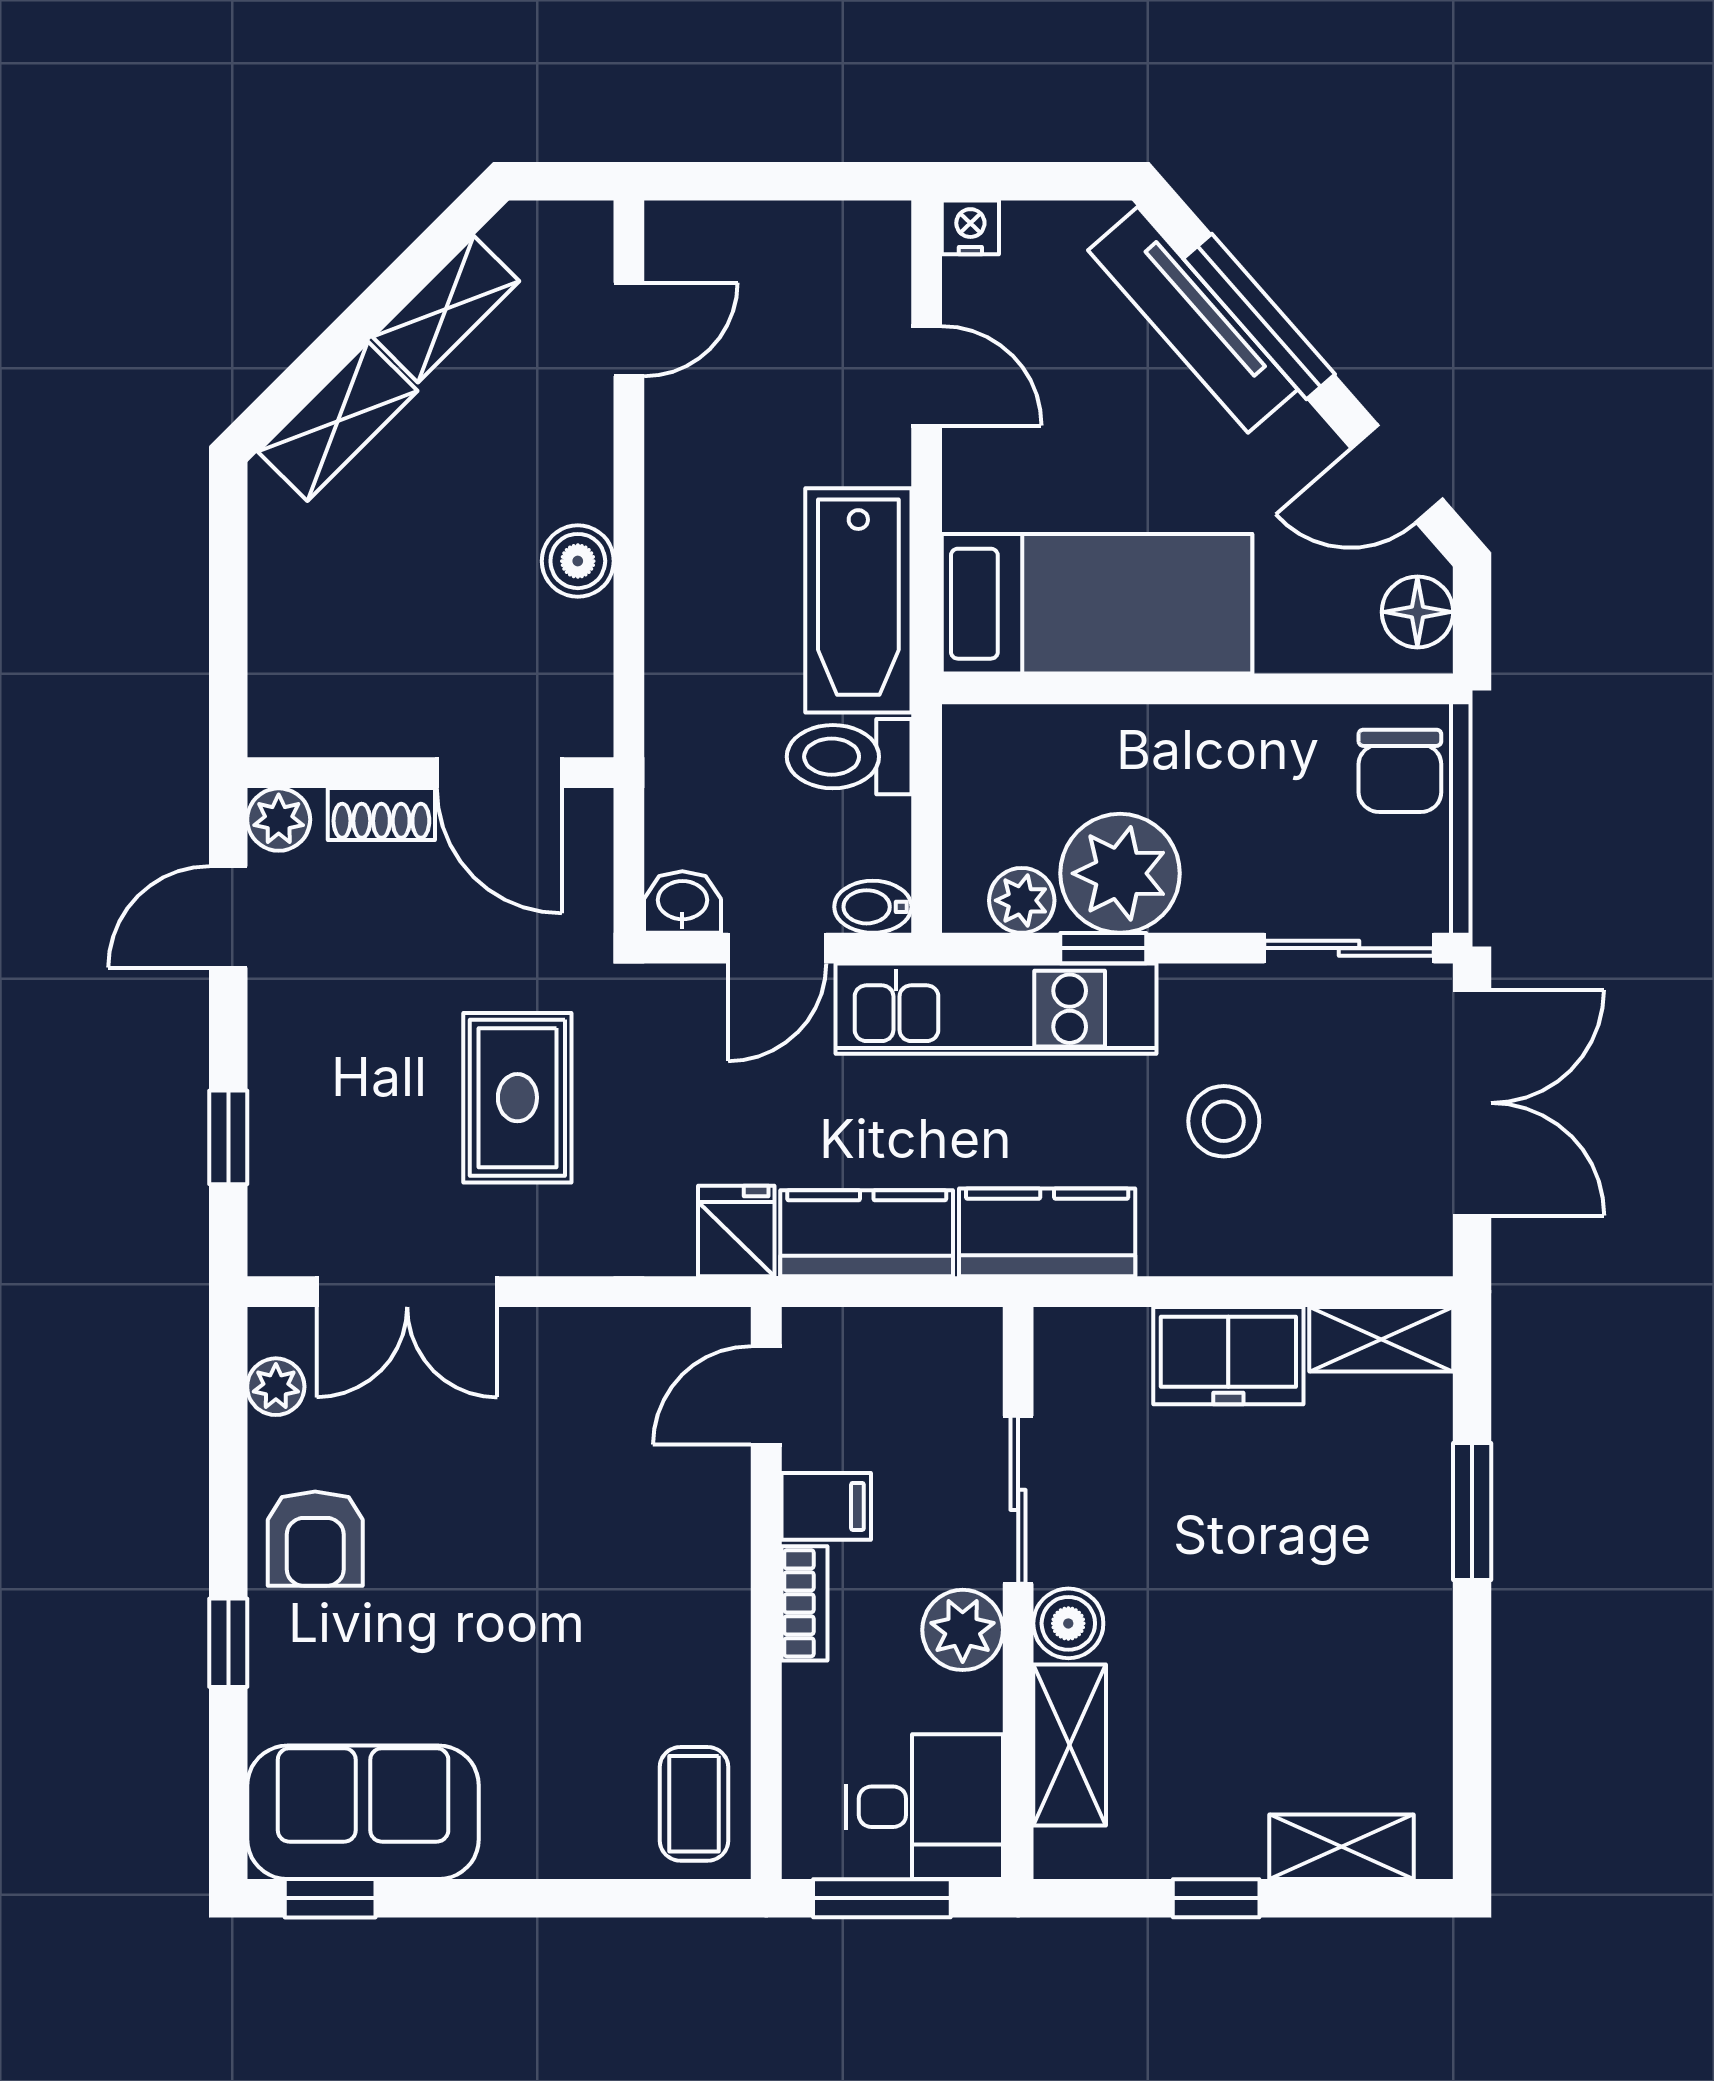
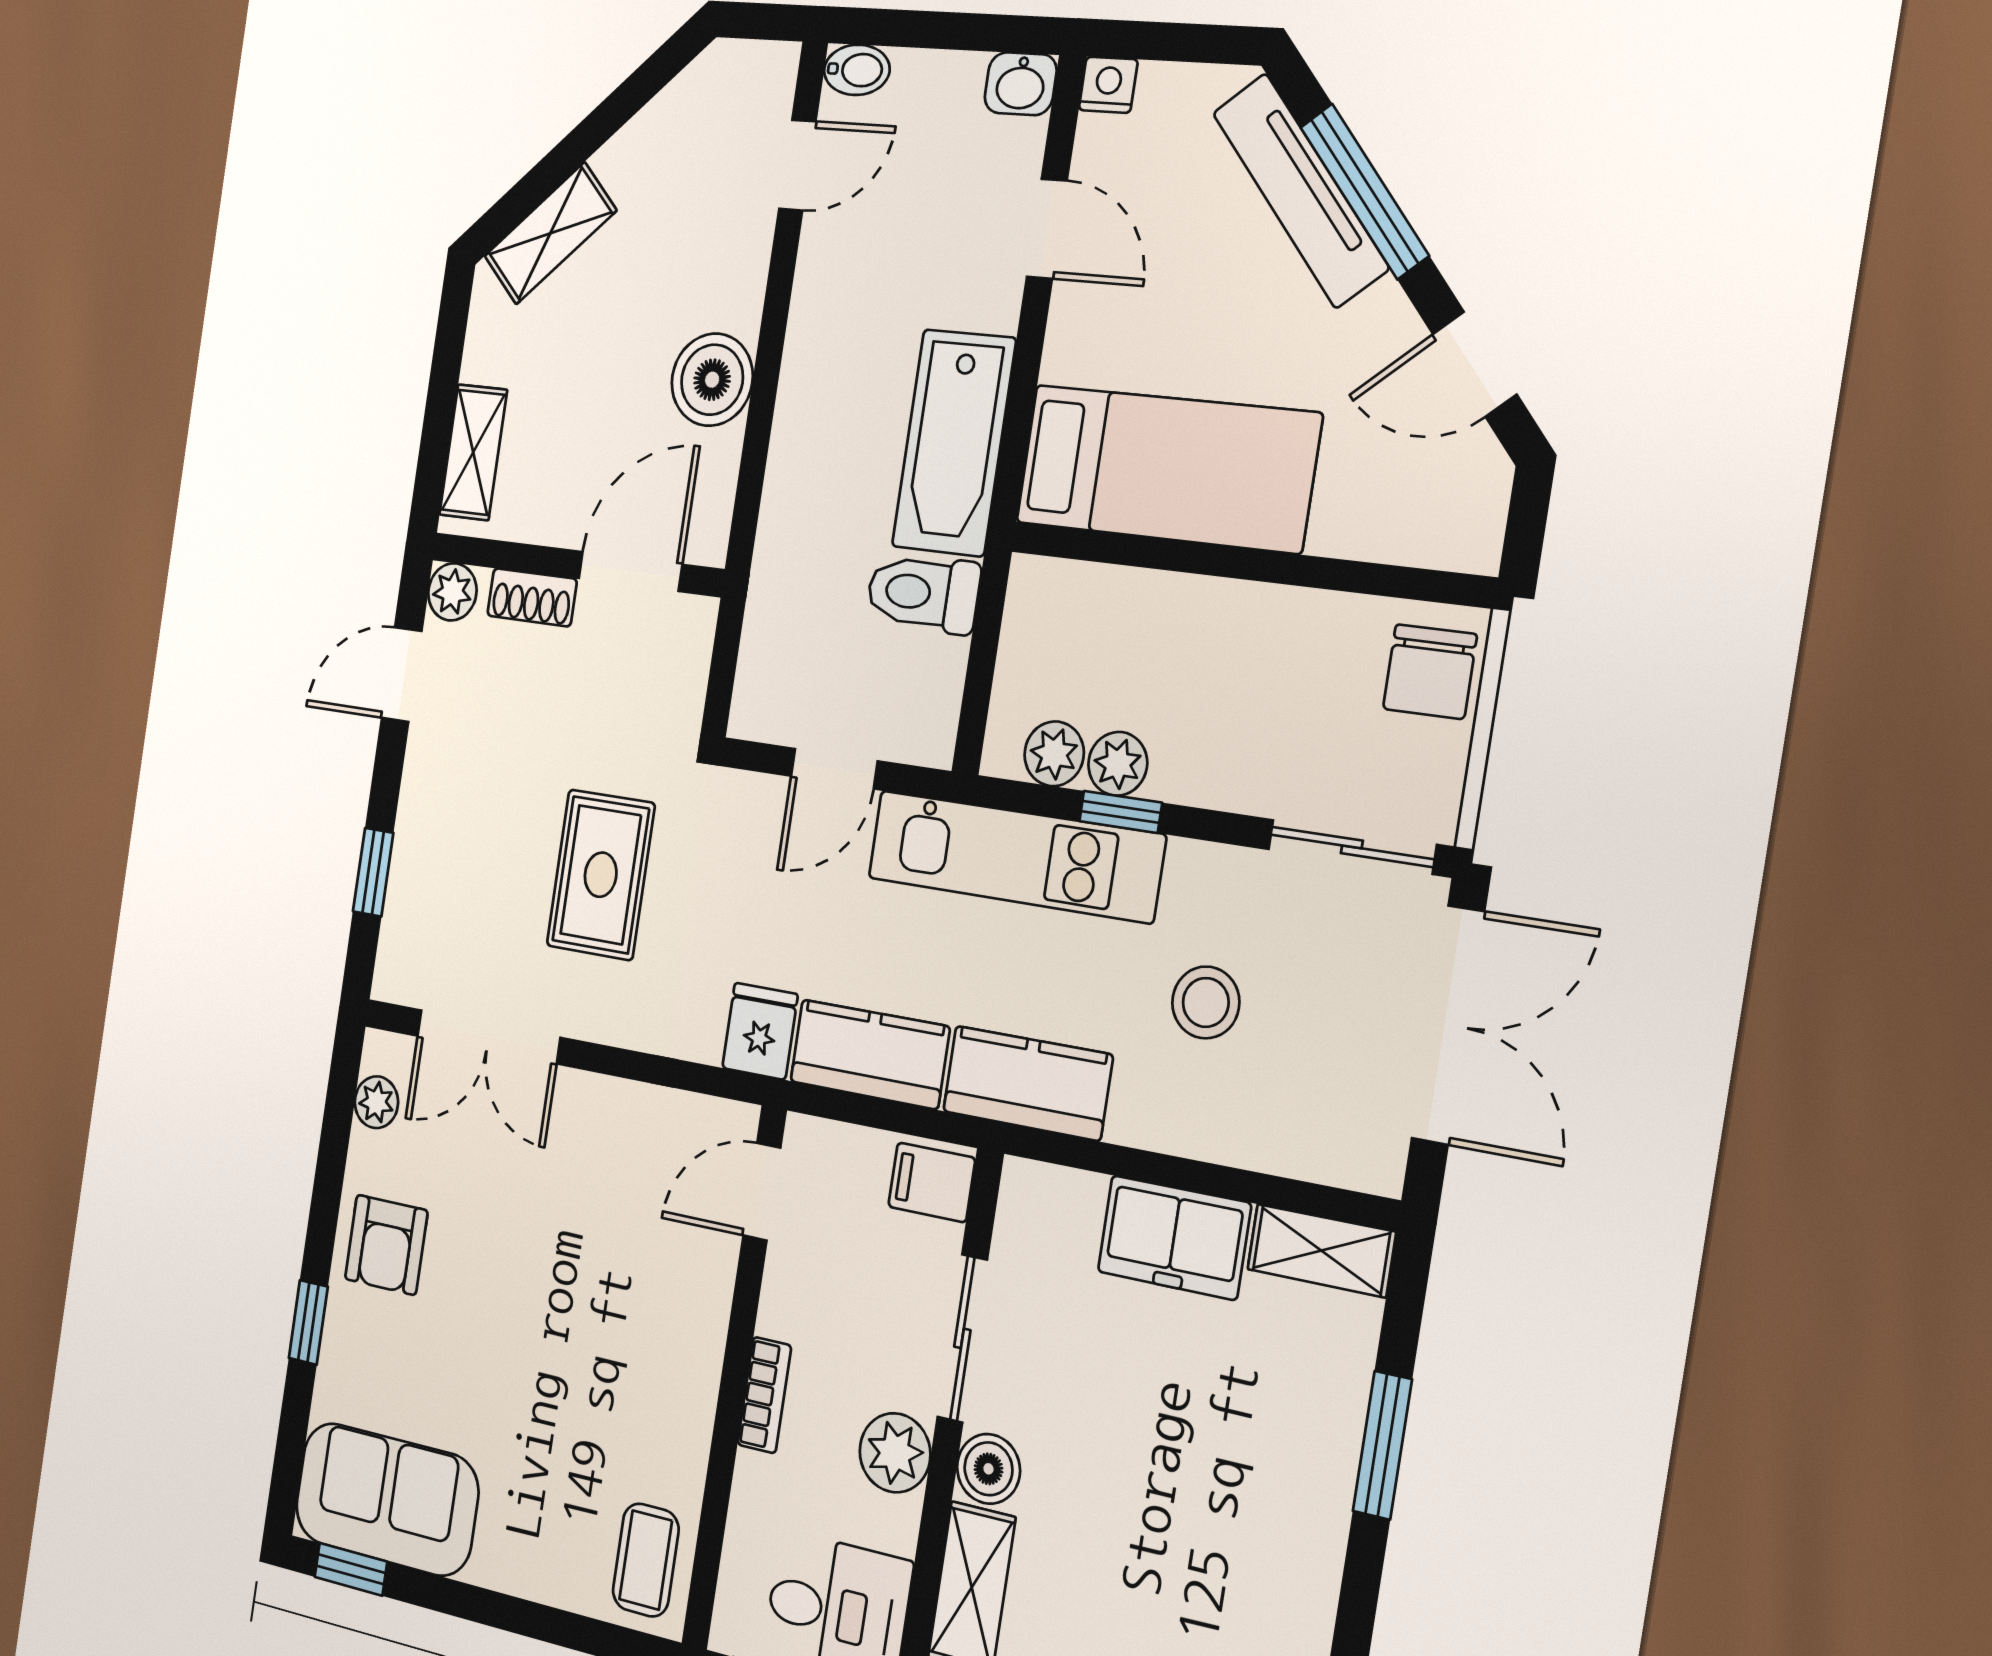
shelving: (446, 309) -> (473, 452), moved, turned -45
boiler: (578, 561) -> (712, 380), width x1.36, depth x1.36
floor lamp: (1417, 612) -> (1473, 509), removed
door: (499, 773) -> (630, 571), swing flipped
plant: (1120, 873) -> (1118, 764), width x0.53, depth x0.53
washbasin: (682, 902) -> (1021, 84), moved, turned 180
bidet: (873, 907) -> (857, 70), moved, turned 180
filing cabinet: (826, 1506) -> (932, 1182), moved, turned 180

